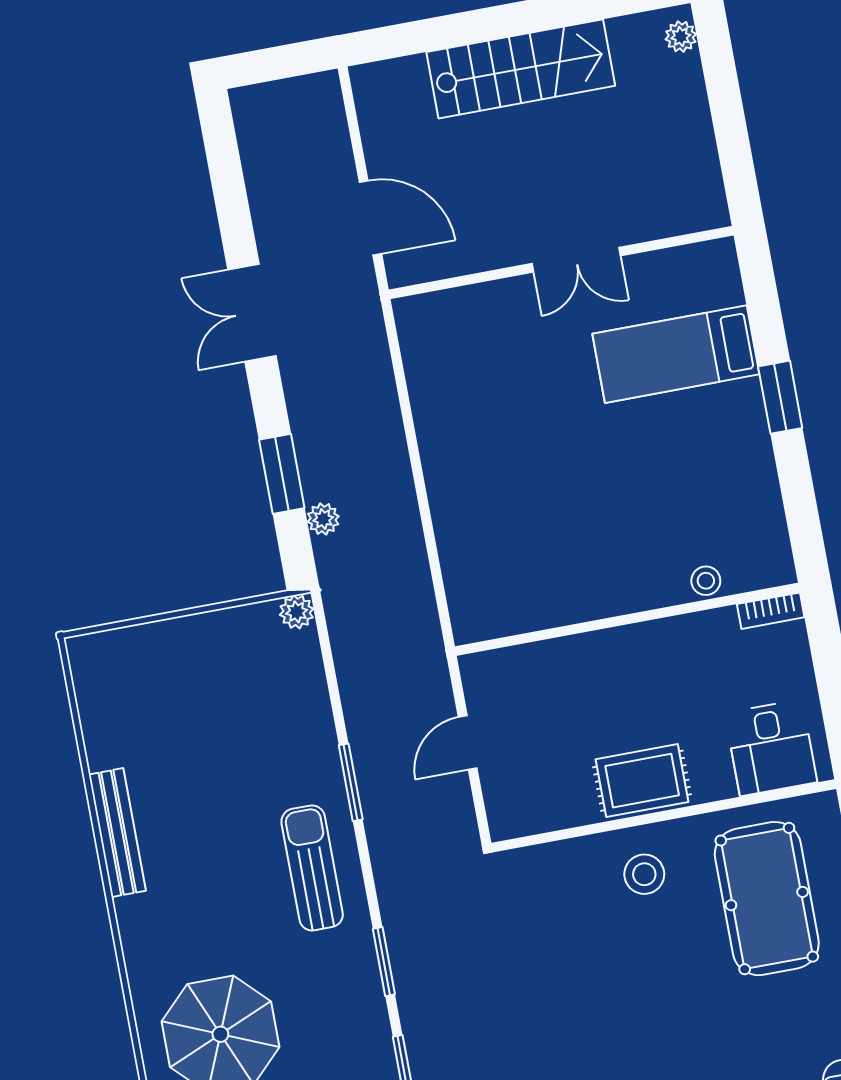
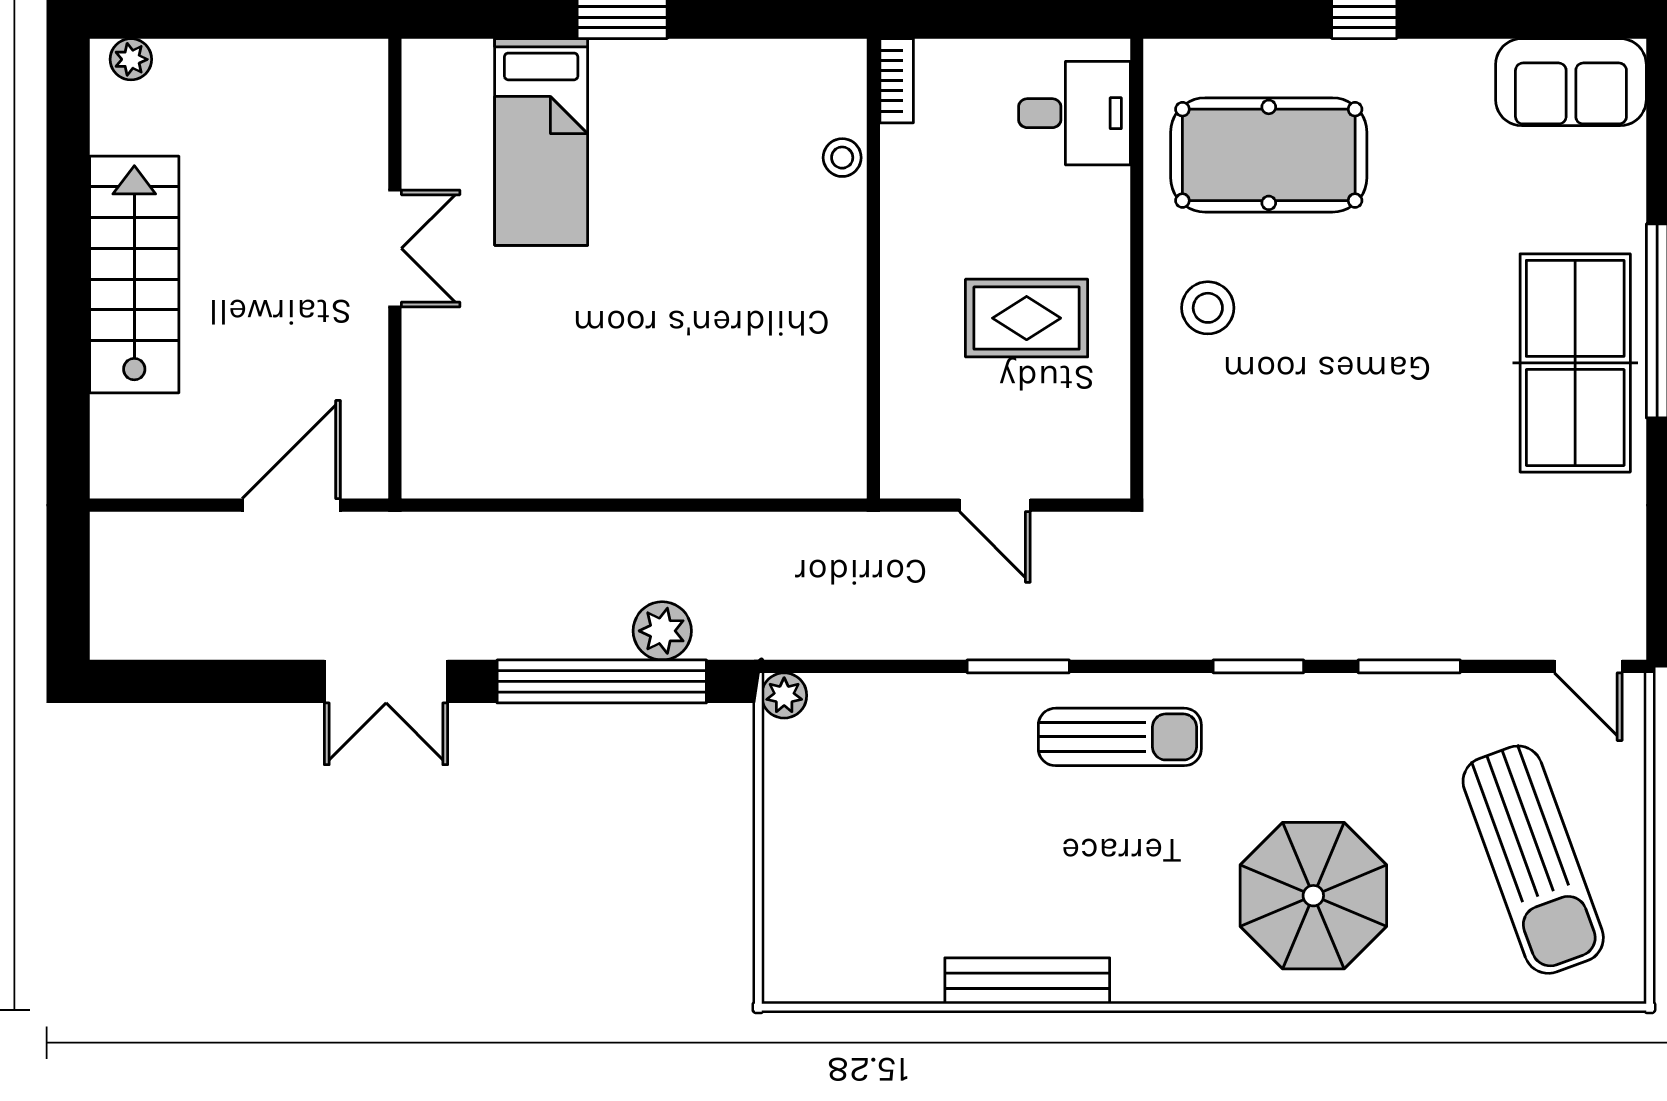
window: (282, 474) -> (602, 681), width x2.11
plant: (323, 519) -> (662, 631), width x1.38, depth x1.38
rug: (642, 781) -> (1027, 318), moved, turned 90
sun lounger: (312, 868) -> (1120, 737), turned 180

